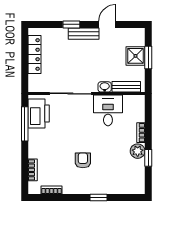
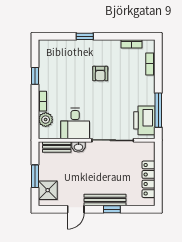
bench: (84, 34) -> (105, 200), width x1.36
shower: (136, 56) -> (48, 190), moved
plant: (138, 151) -> (46, 120), moved

